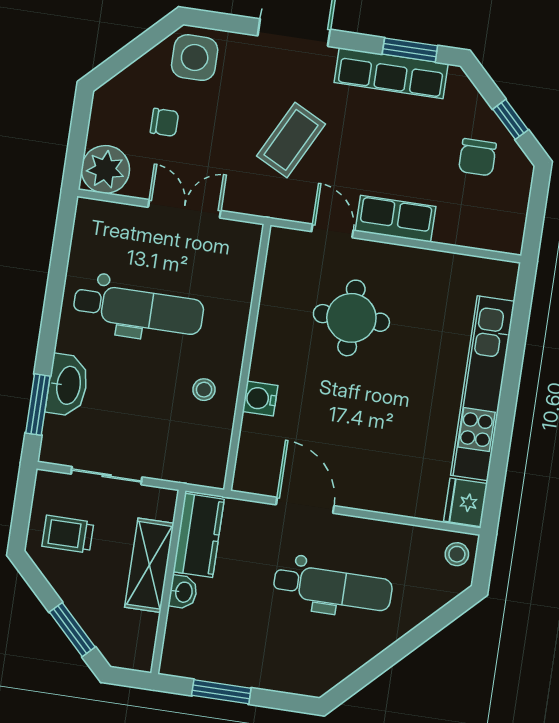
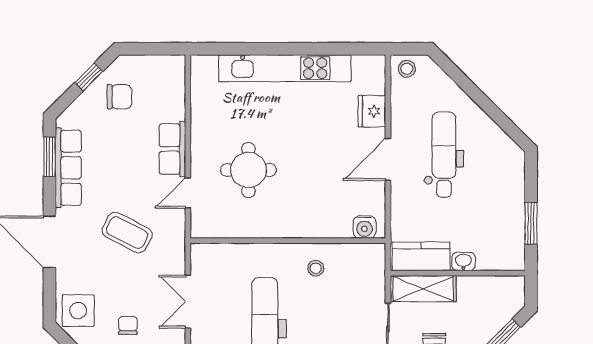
water cooler: (260, 399) -> (365, 227), moved
fridge: (466, 502) -> (372, 111), moved, turned 90
door: (305, 505) -> (388, 159), moved
shelving: (149, 565) -> (423, 289), moved

